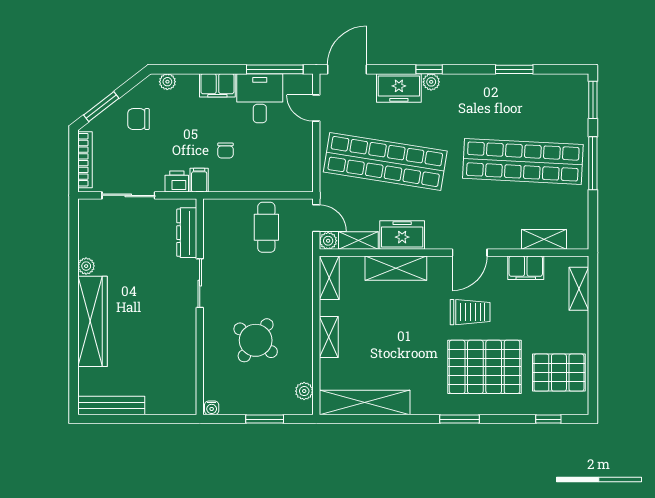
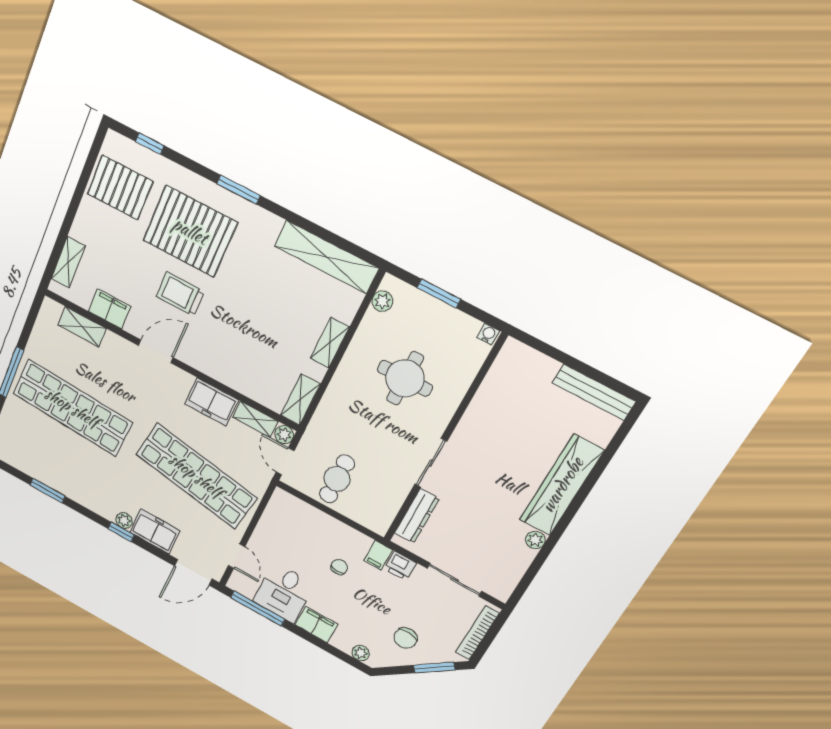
chair: (139, 119) -> (405, 638), turned 95
shelving: (396, 268) -> (232, 374), removed
round table: (256, 340) -> (405, 378), turned -36

